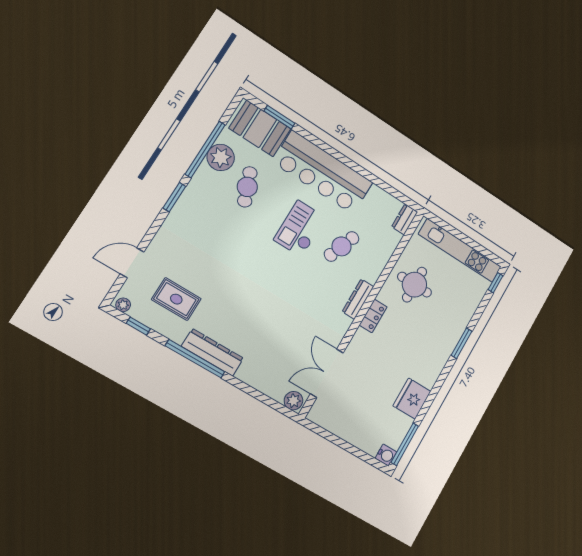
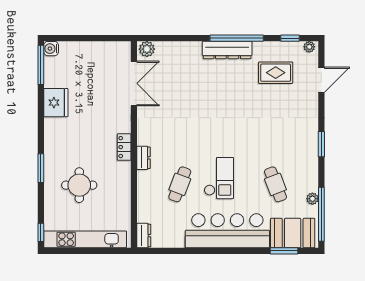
window: (205, 149) -> (321, 214), moved
plant: (221, 157) -> (312, 199), width x0.53, depth x0.53
round table: (415, 285) -> (79, 185), moved
dresser: (358, 299) -> (143, 158), width x0.70

